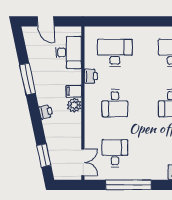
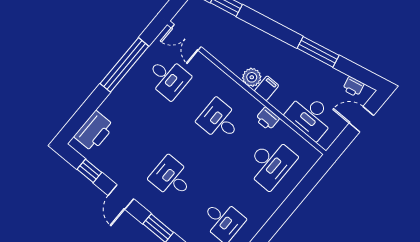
printer: (46, 112) -> (353, 87), moved

